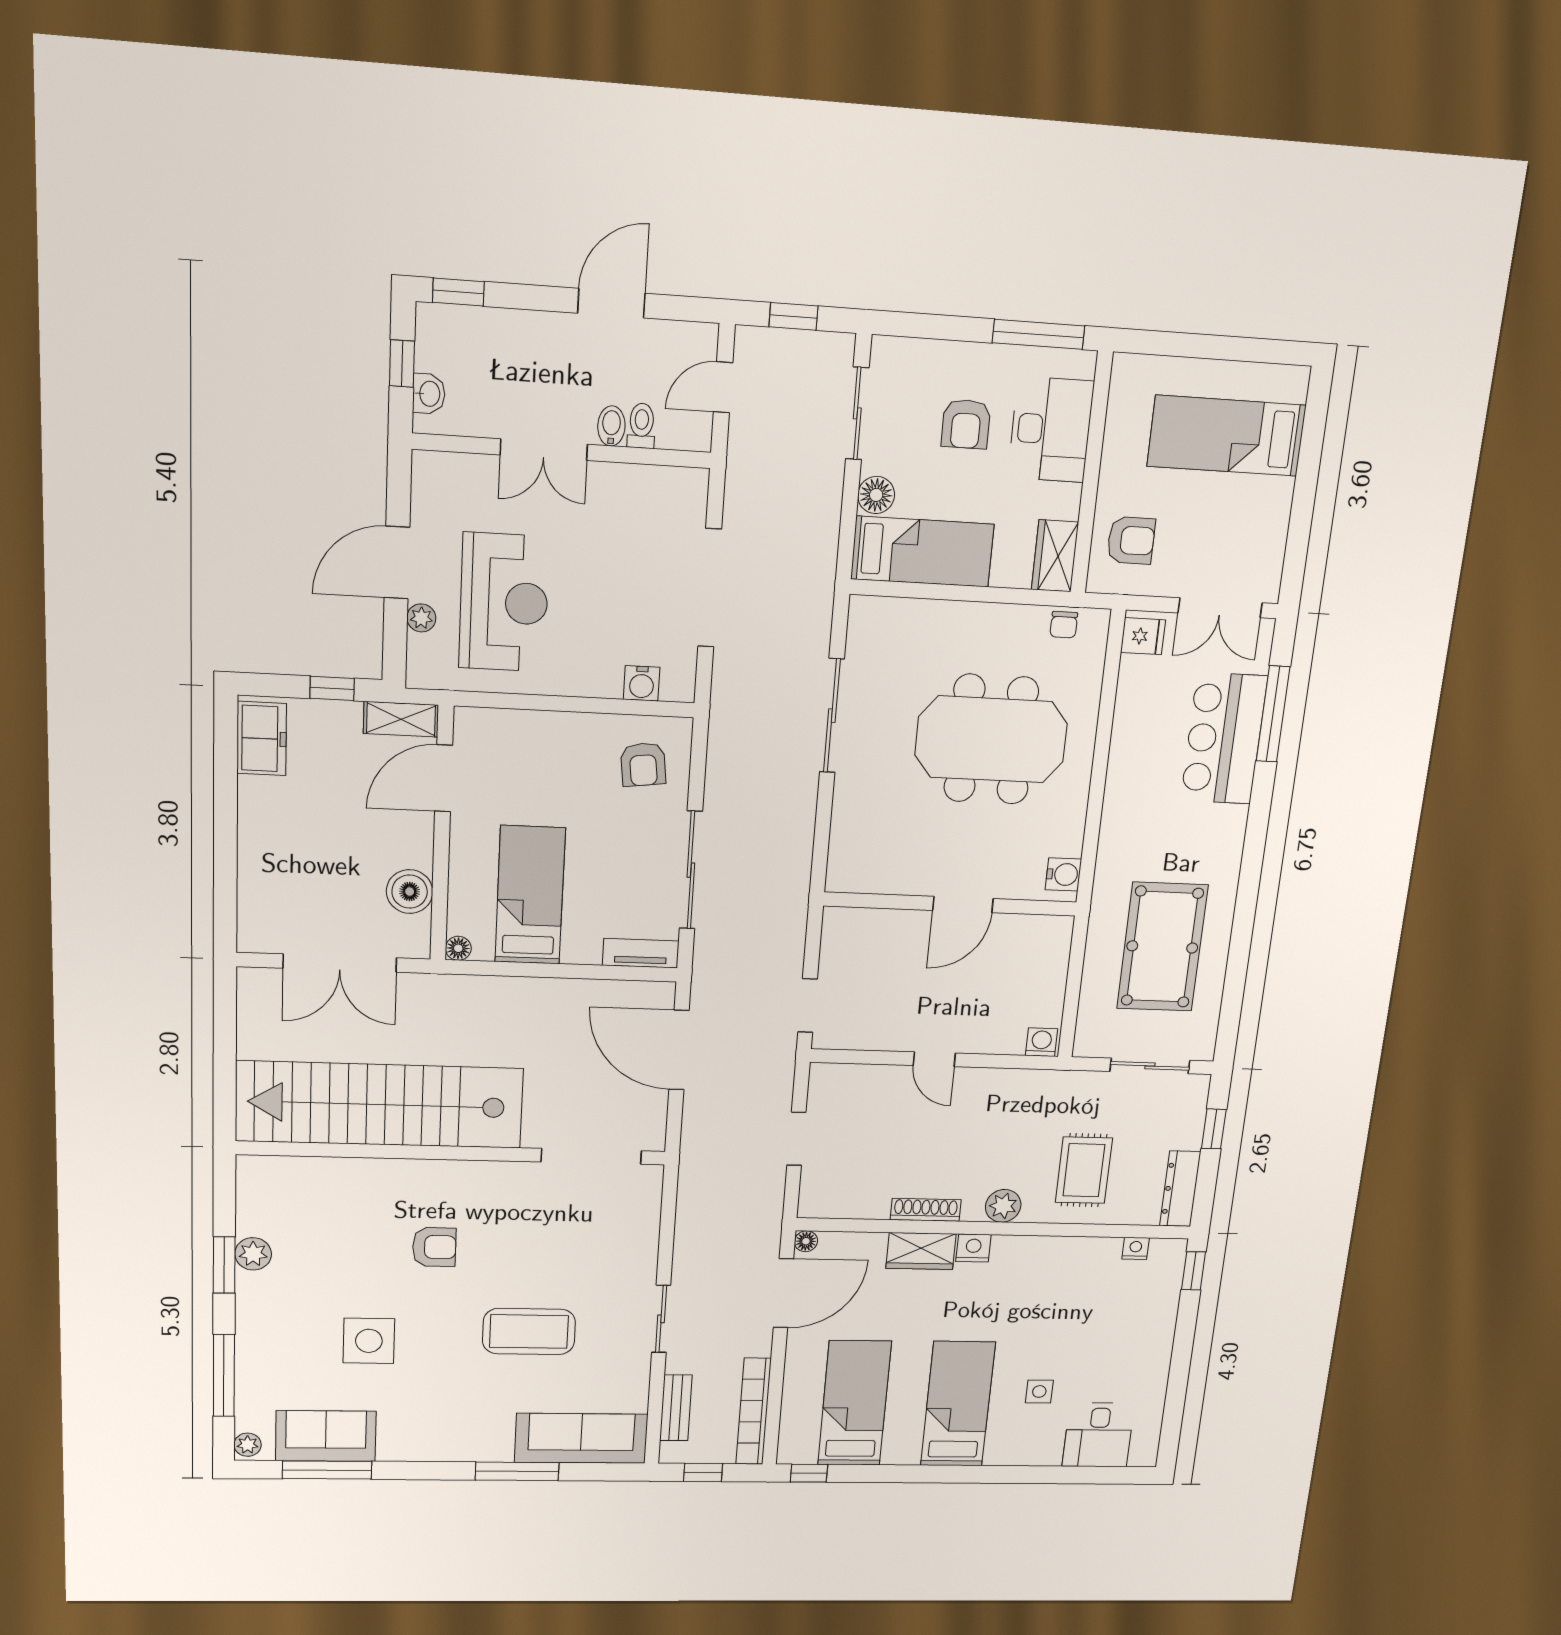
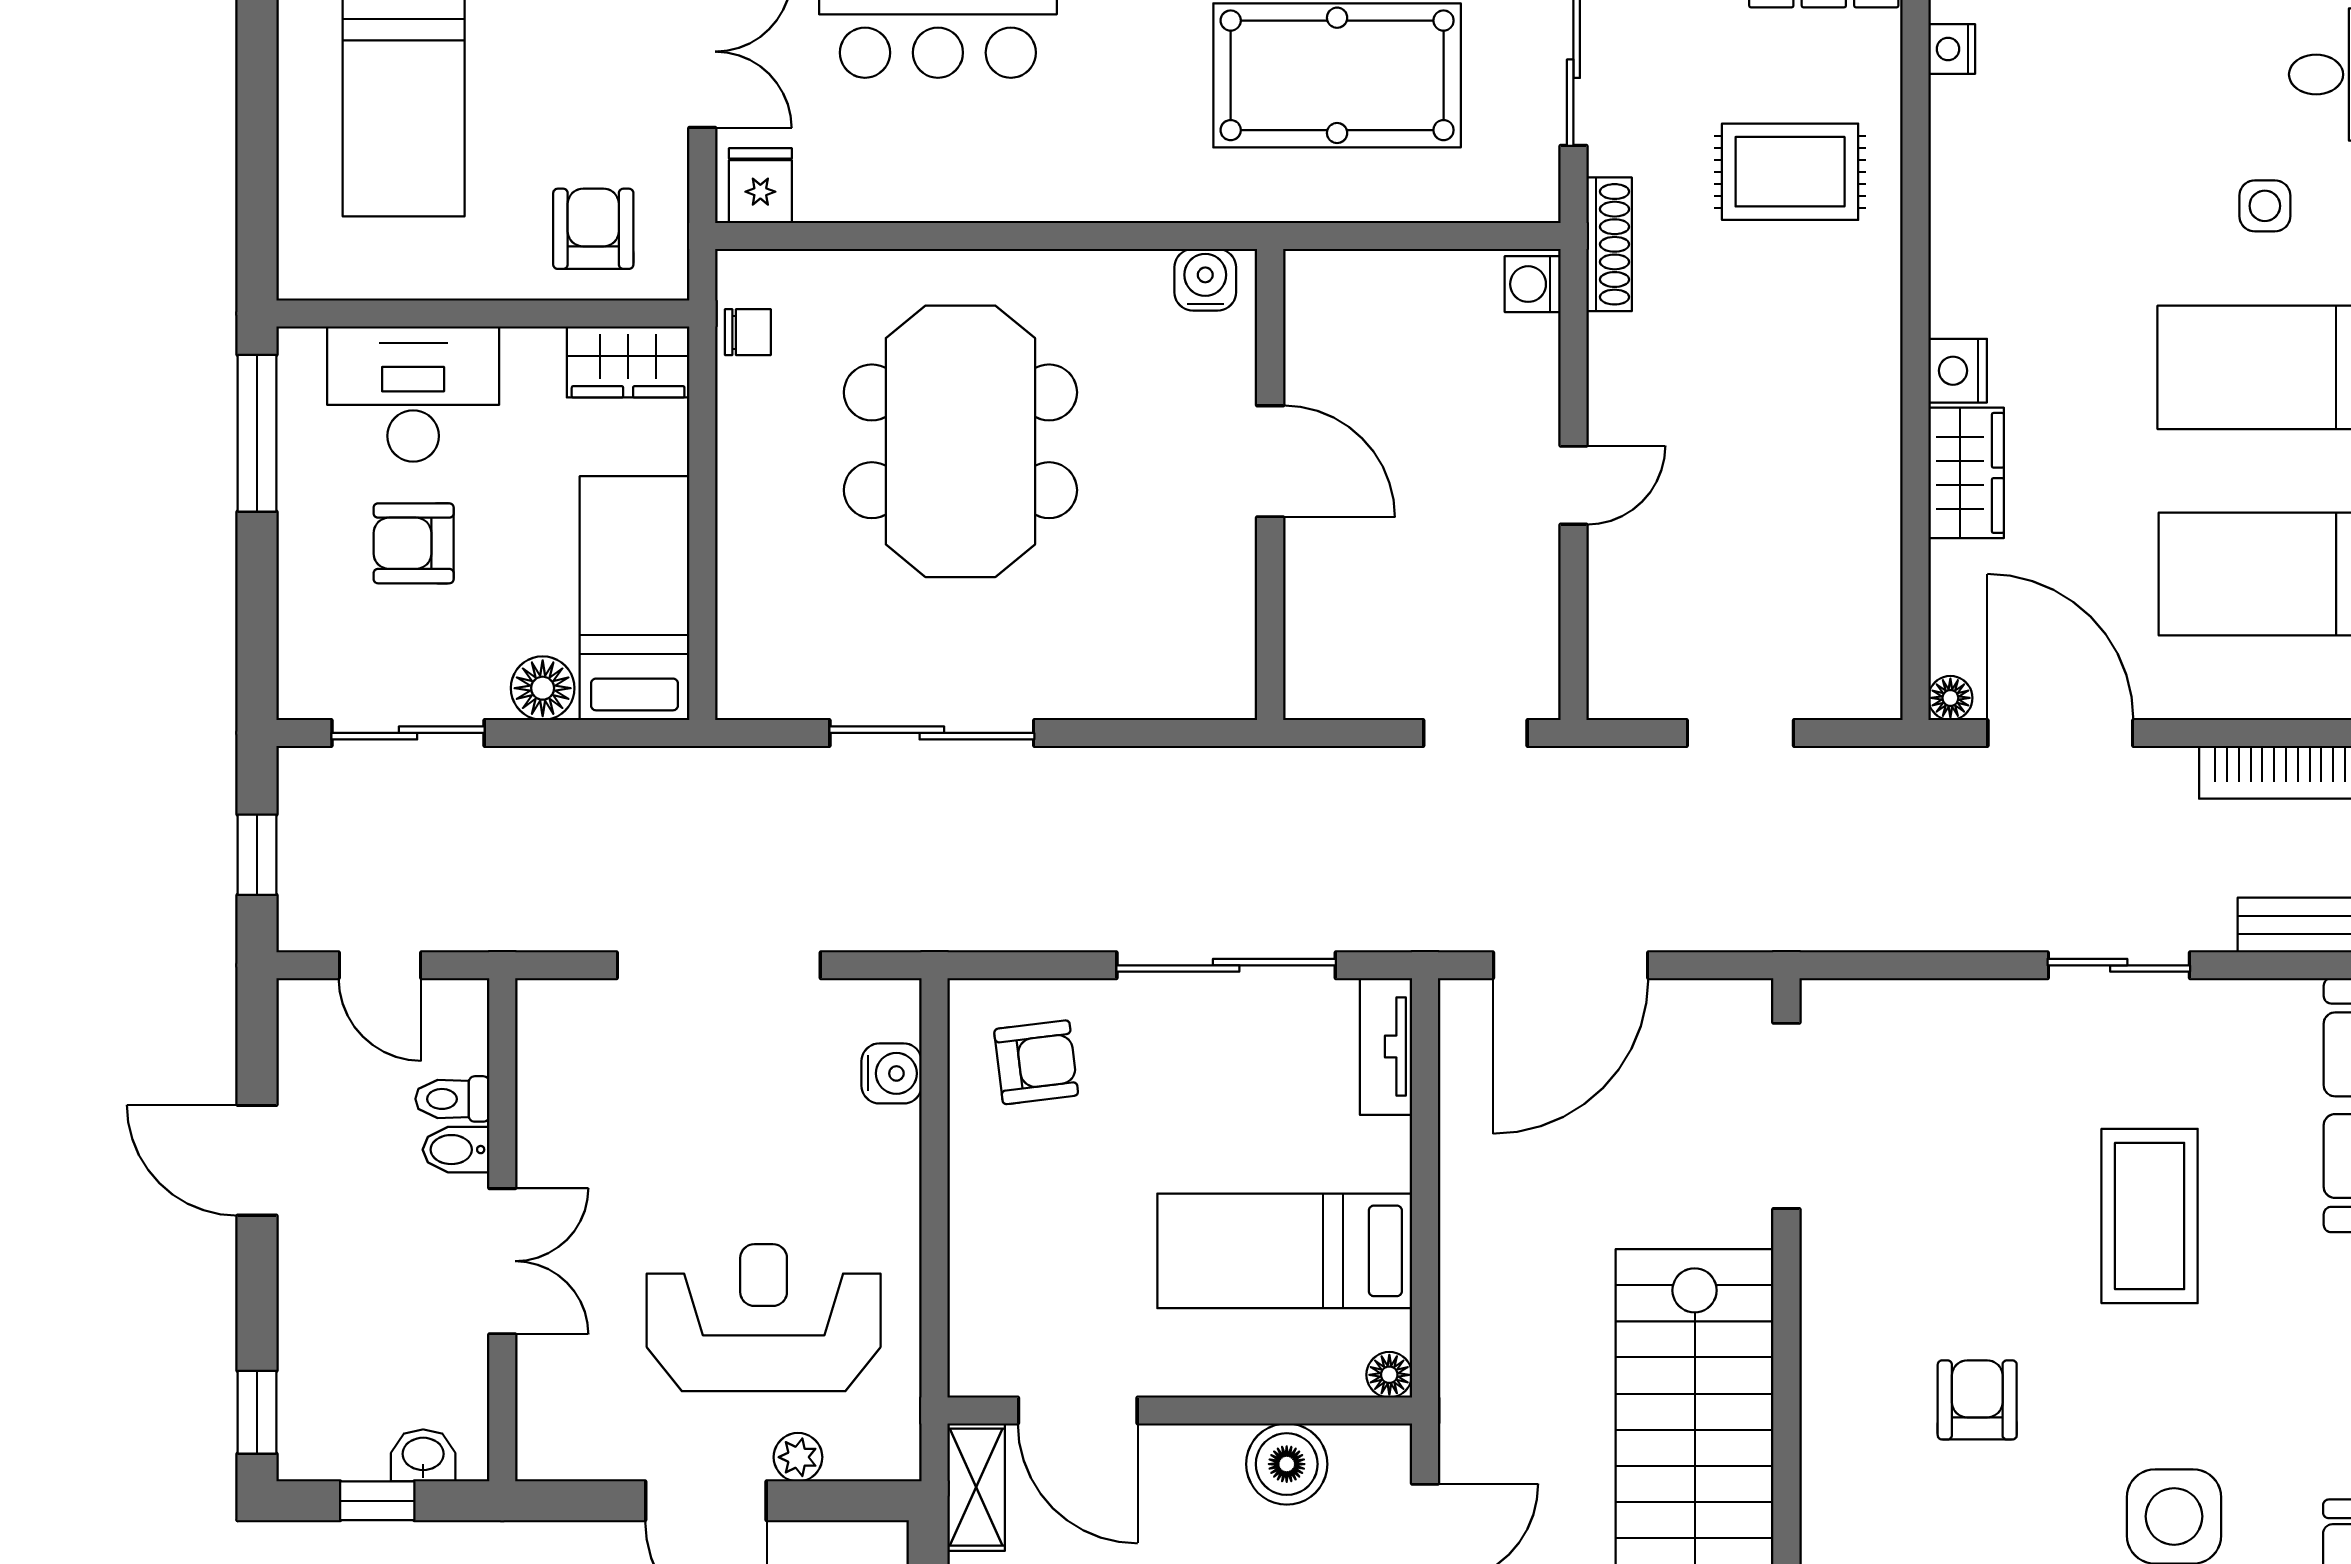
armchair: (966, 424) -> (414, 543), turned 180
plant: (1003, 1206) -> (1868, 322), removed
shoe rack: (926, 1210) -> (1609, 244), moved, turned 180

